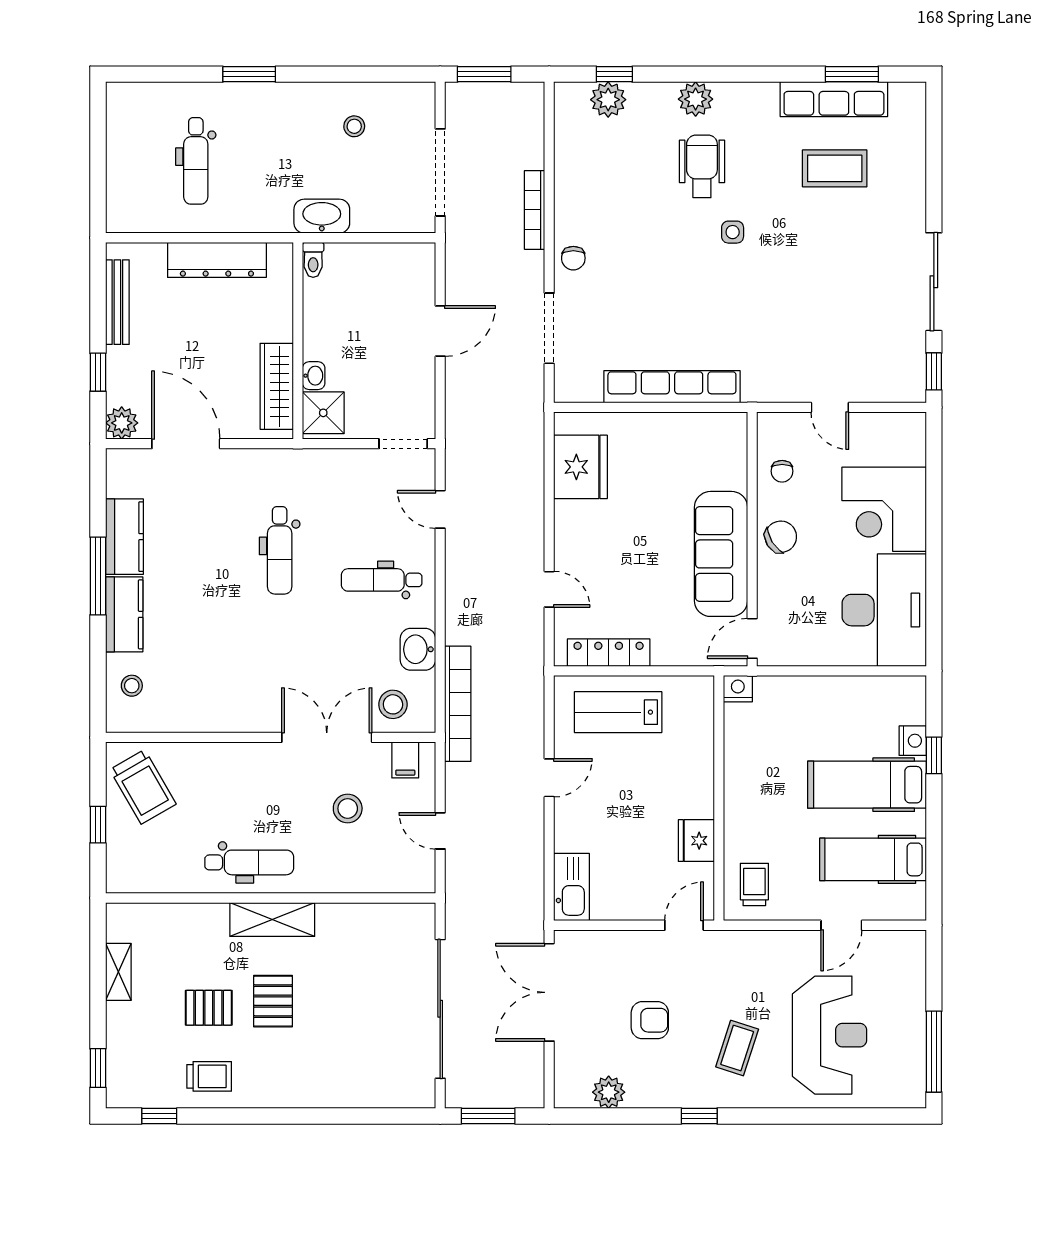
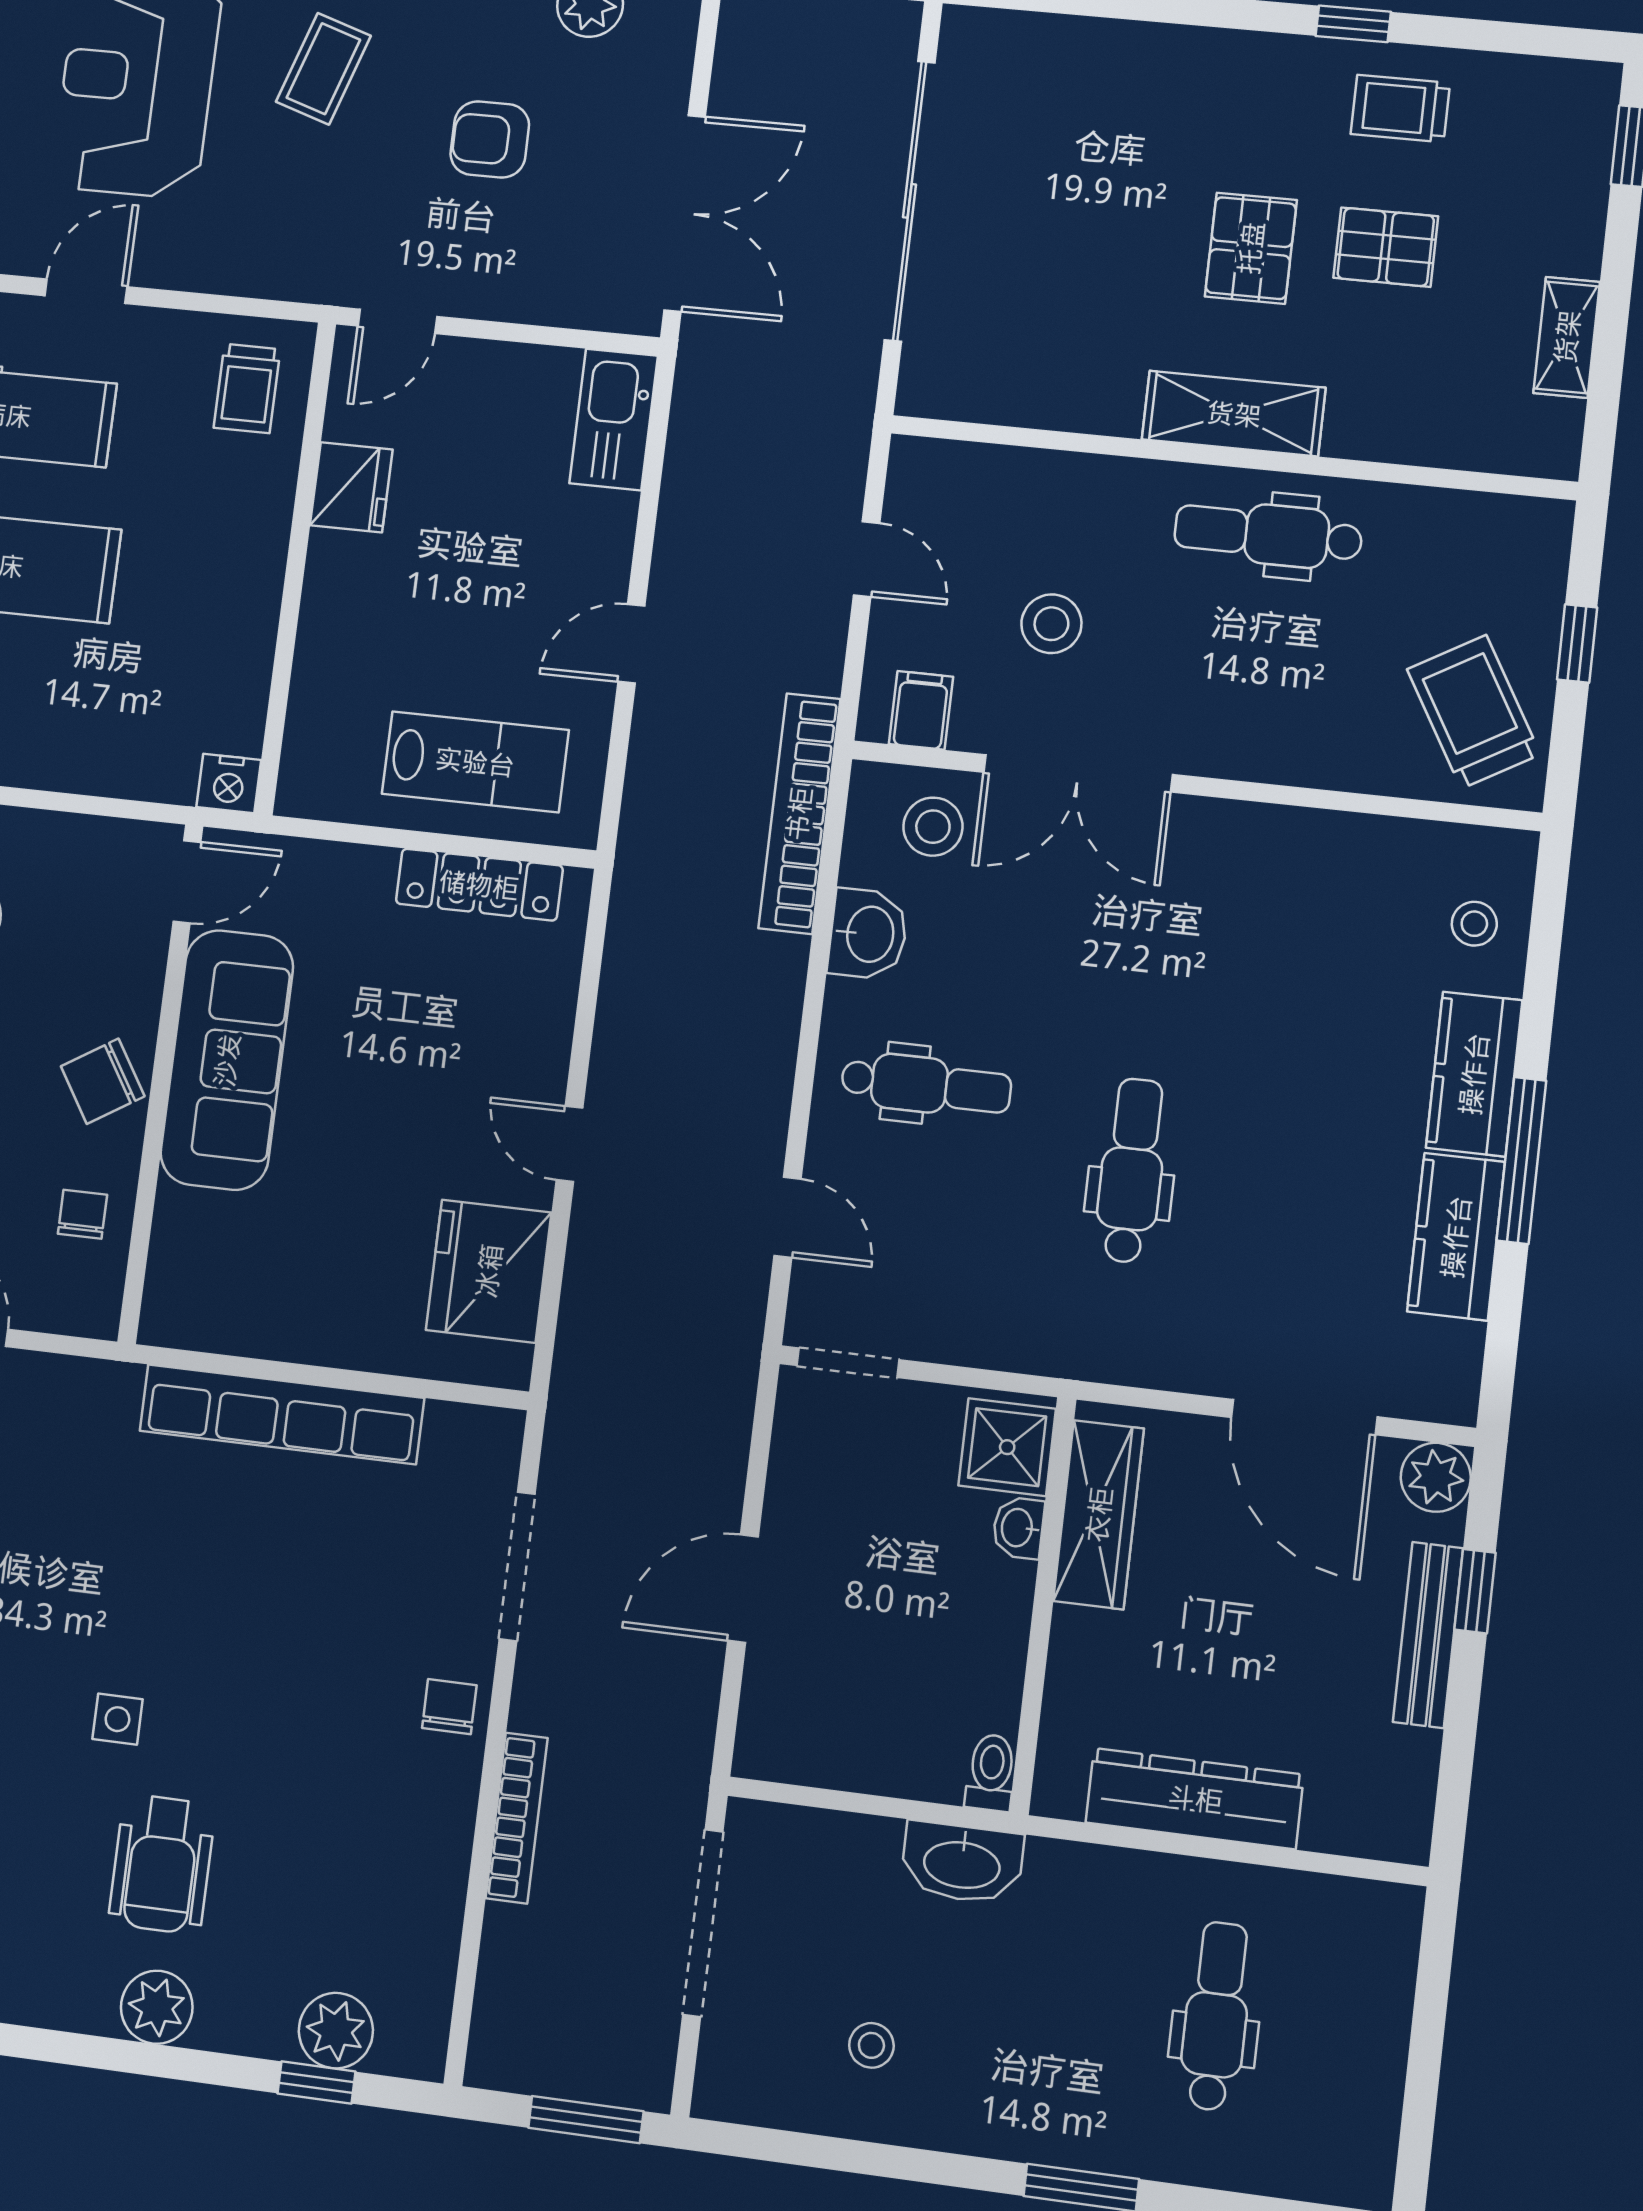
bench: (117, 302) -> (1428, 1635), moved
door: (549, 589) -> (569, 1144), moved
window: (159, 1116) -> (1353, 24), moved

